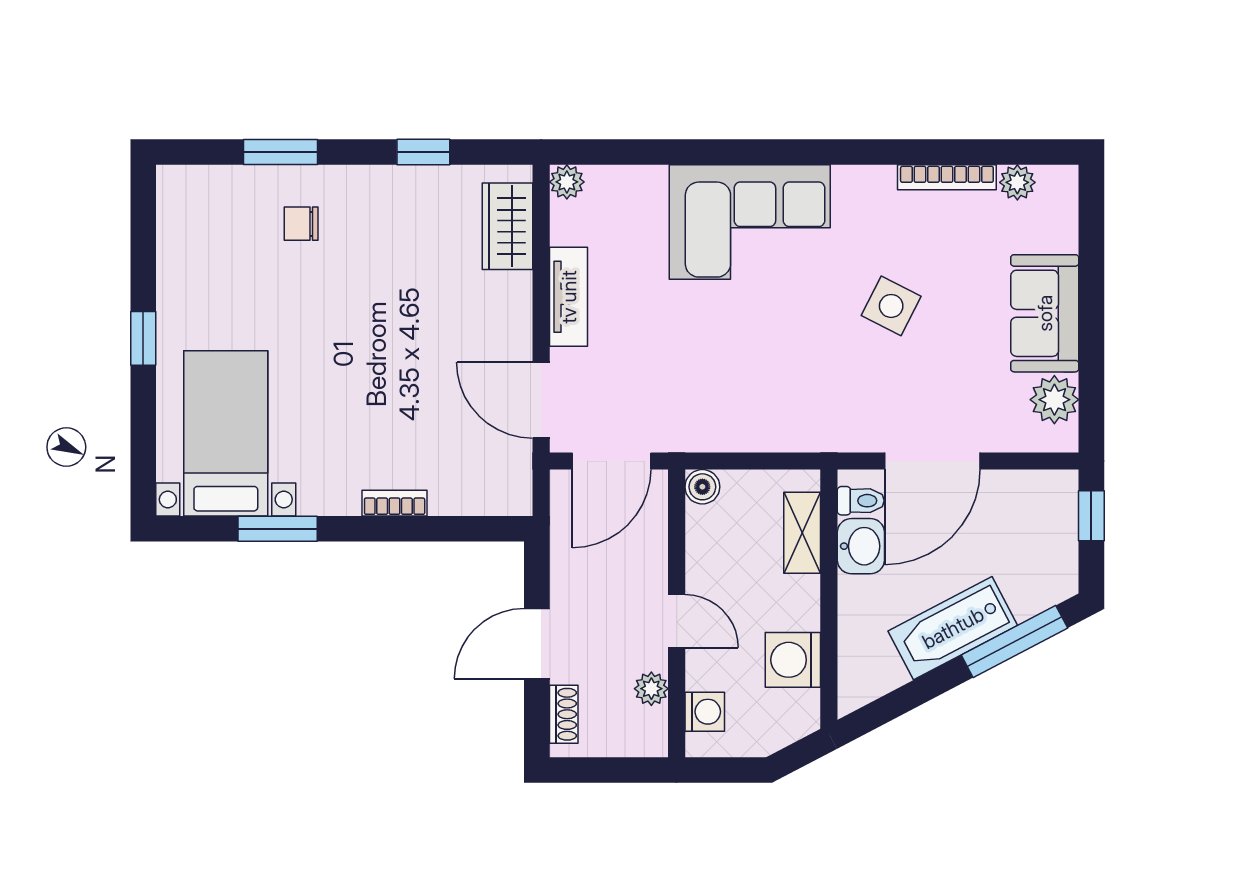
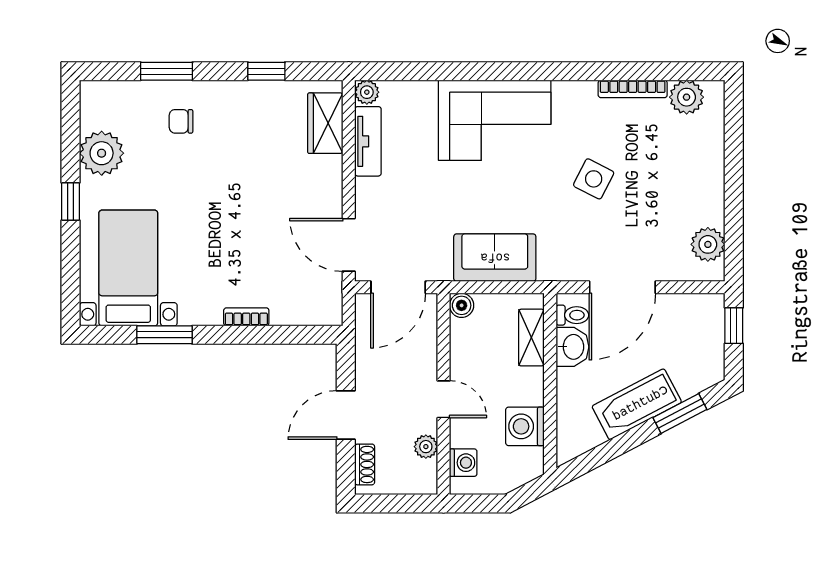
plant: (1017, 182) -> (687, 97), width x1.38, depth x1.38
plant: (188, 269) -> (102, 153), added
tv unit: (569, 297) -> (368, 141), moved
sofa: (1045, 313) -> (495, 258), moved, turned 90
window: (1014, 642) -> (680, 414), width x0.69

